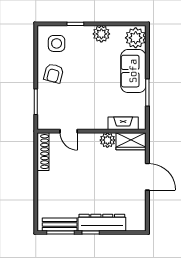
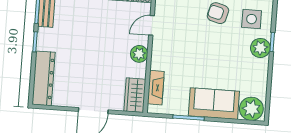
plant: (101, 34) -> (260, 48), moved
plant: (107, 140) -> (139, 54), moved
dresser: (102, 223) -> (44, 78), moved

